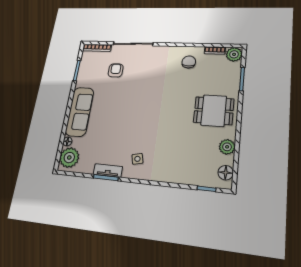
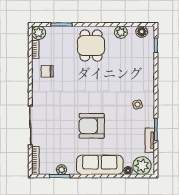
armchair: (116, 70) -> (92, 126), moved, width x1.88, depth x1.88
plant: (83, 73) -> (61, 170), added
tv unit: (108, 170) -> (150, 140), moved

